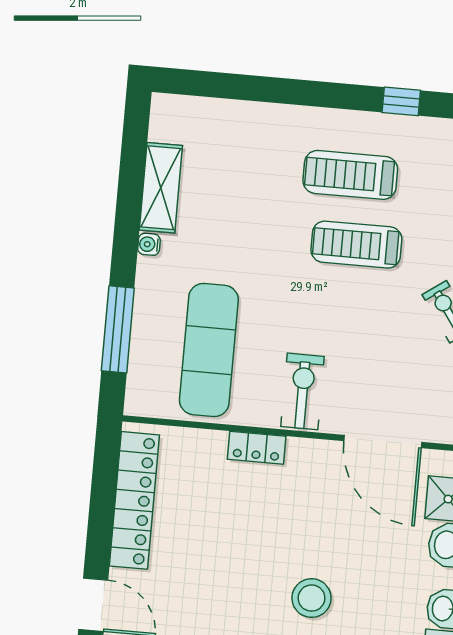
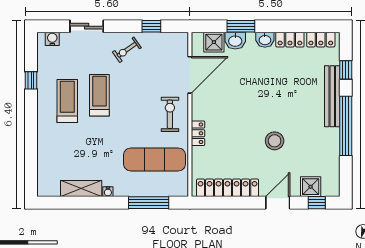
treadmill: (350, 175) -> (67, 101), turned 180
treadmill: (356, 245) -> (99, 95), turned 180
exercise bike: (302, 391) -> (170, 114), turned 90
stool: (312, 598) -> (275, 141), moved

